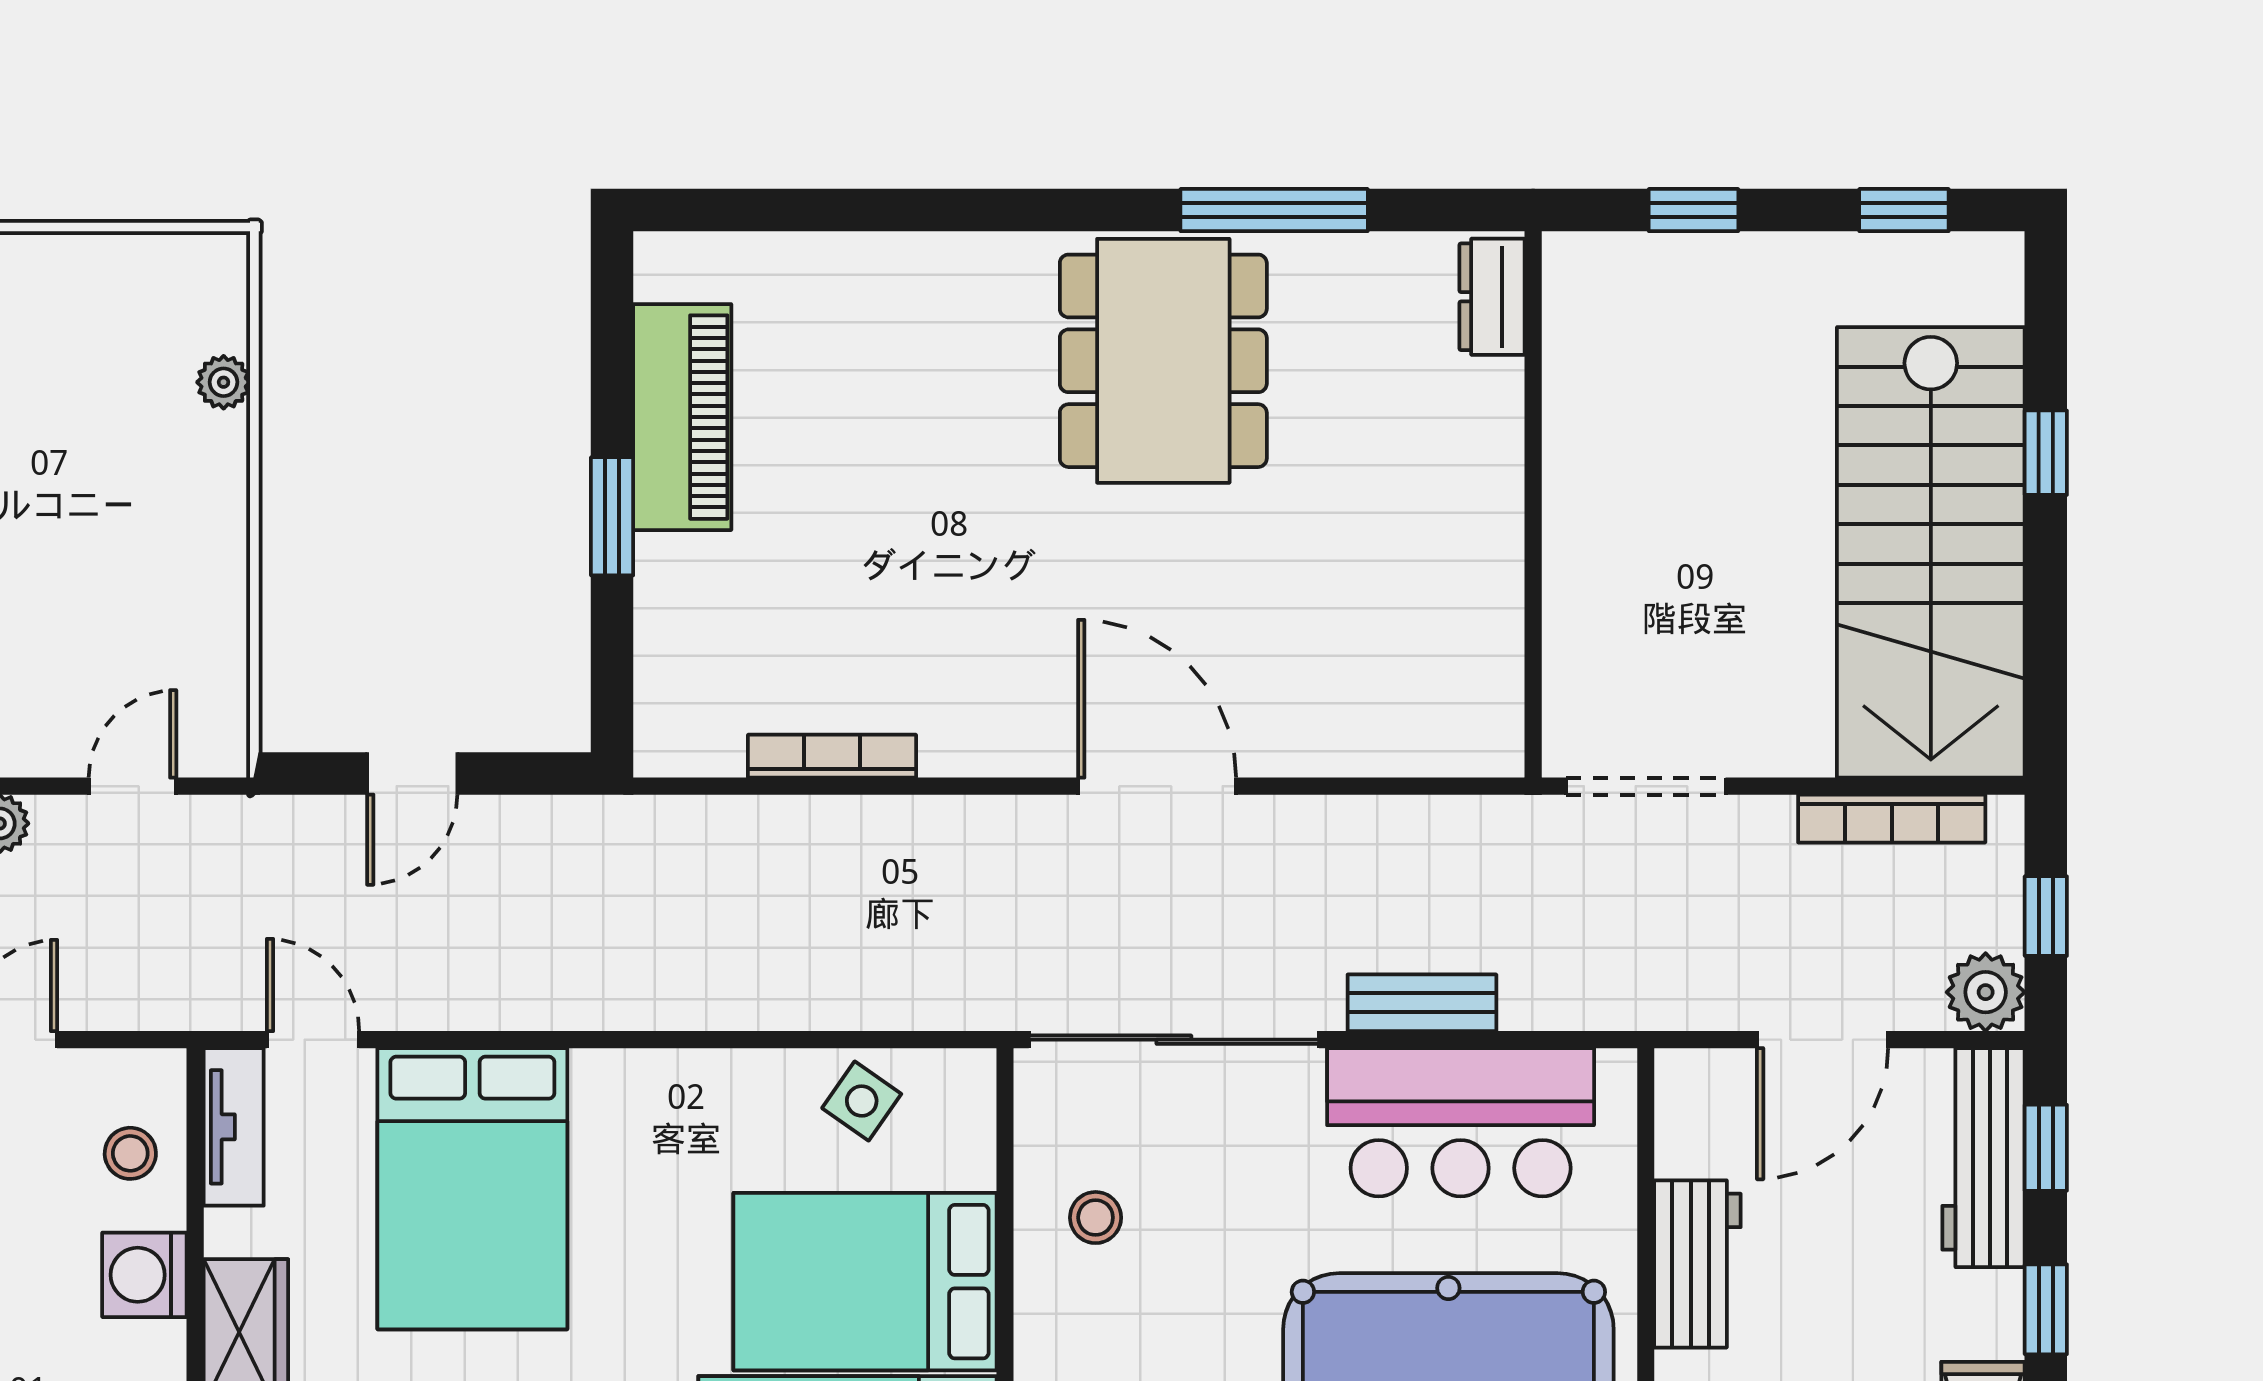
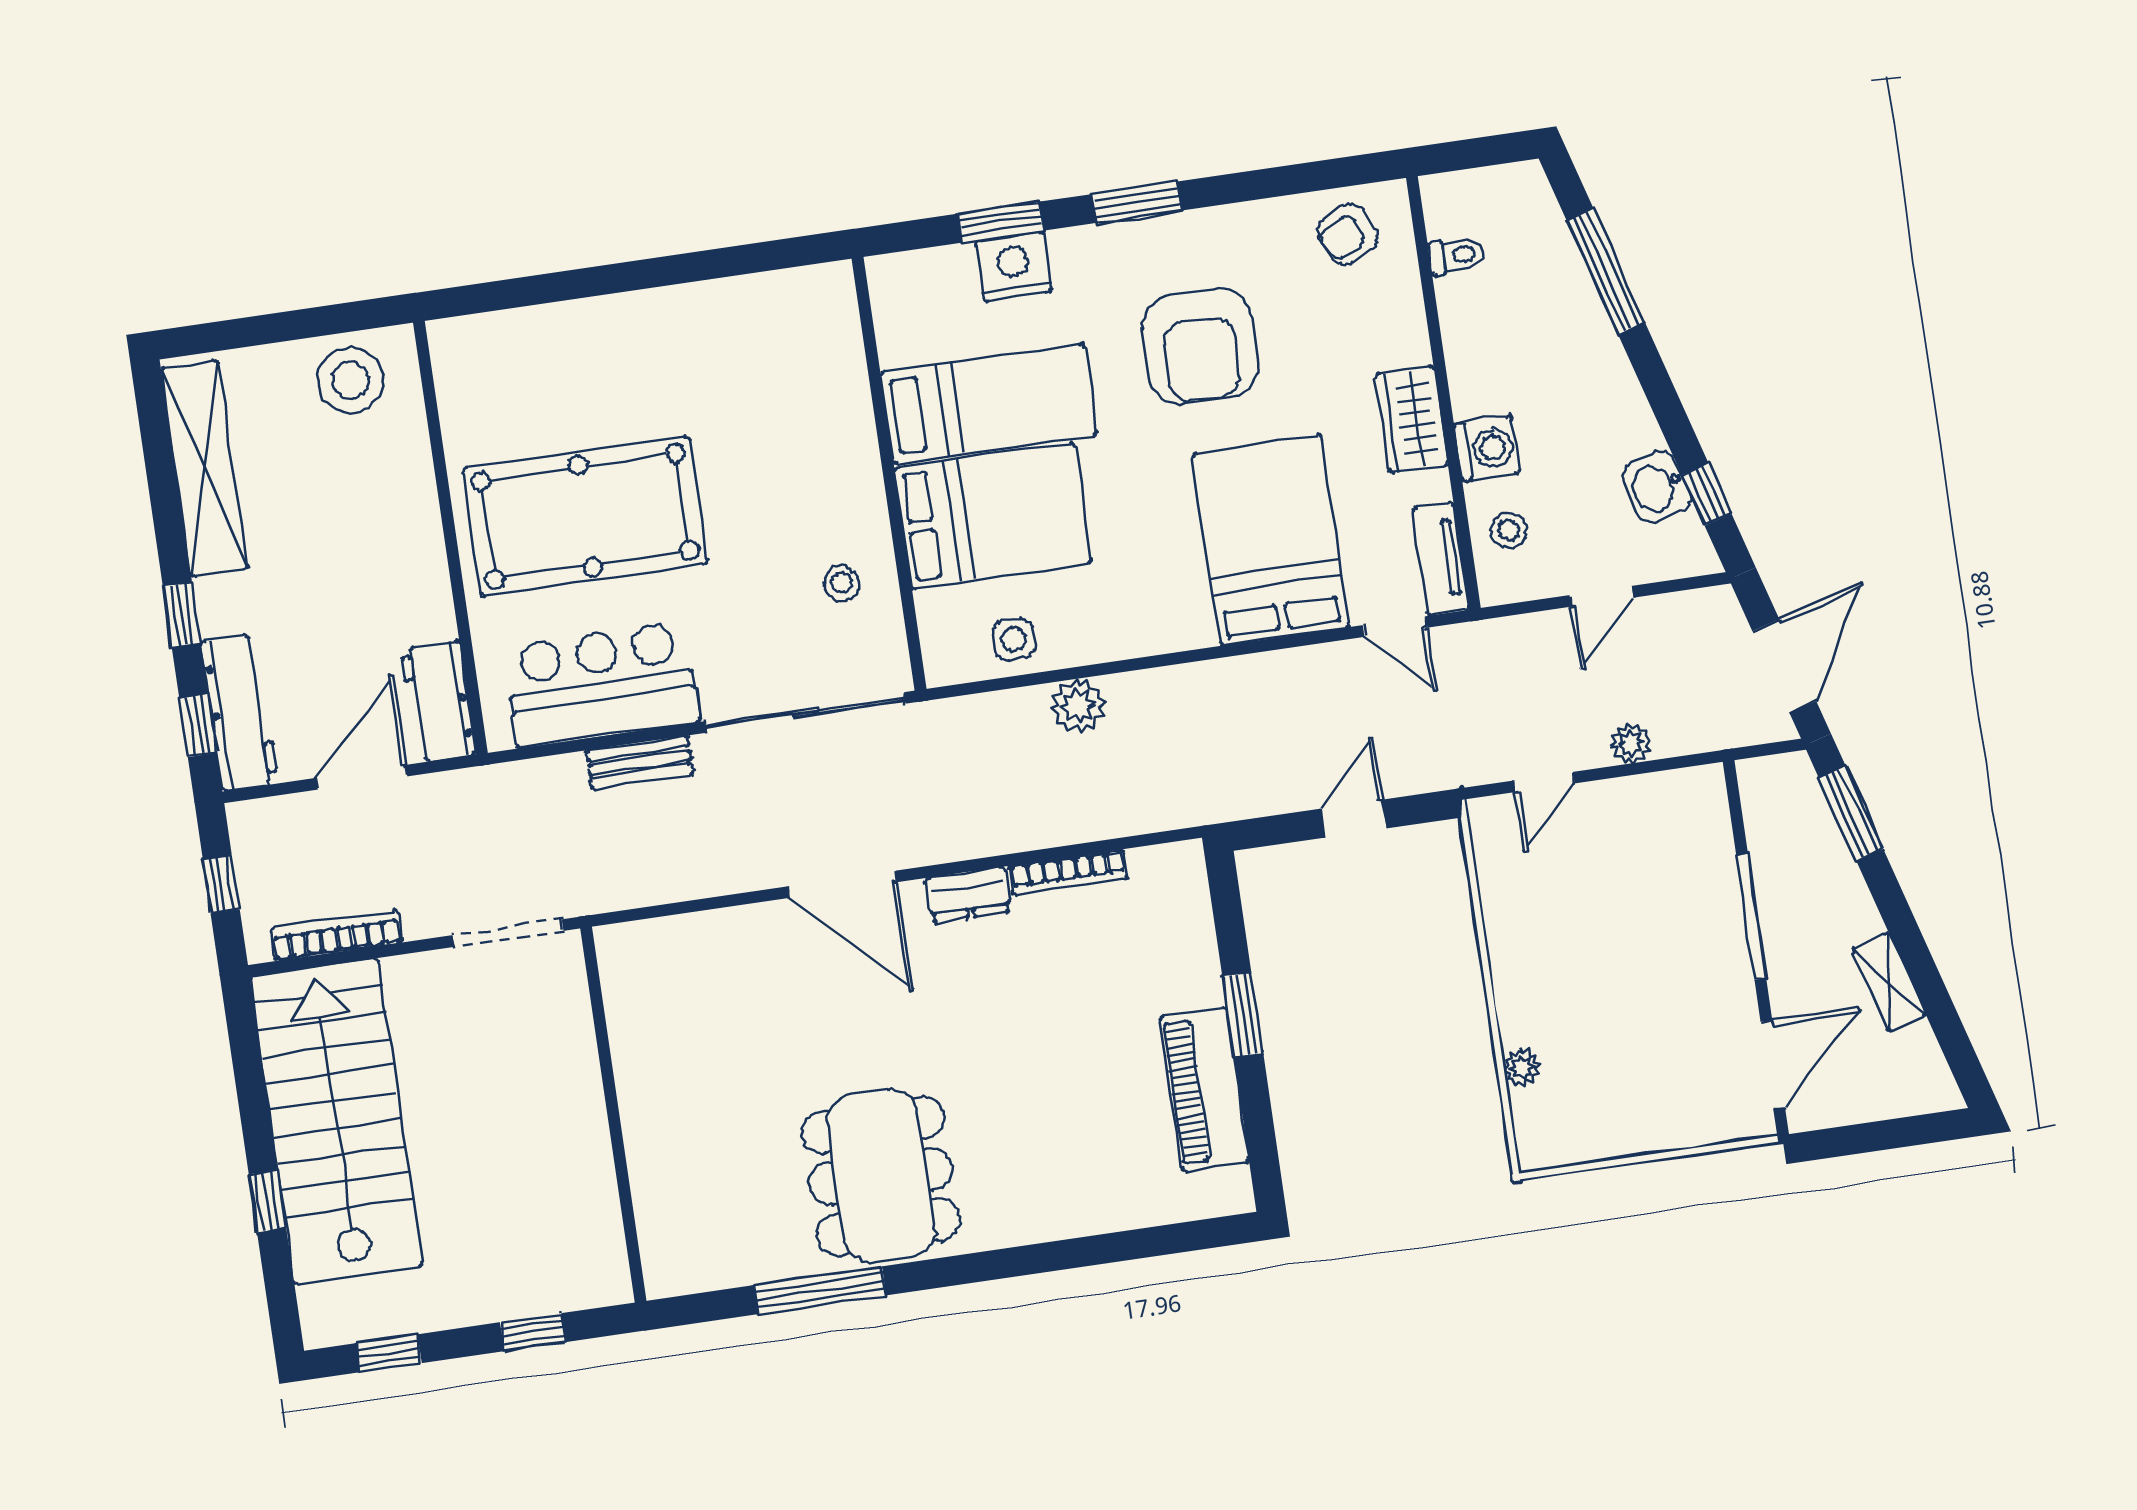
dresser: (1492, 297) -> (968, 895), moved, turned 90
plant: (1986, 992) -> (1078, 706), moved
side table: (862, 1101) -> (1013, 639), turned -35
workbench: (1697, 1264) -> (438, 702), moved

